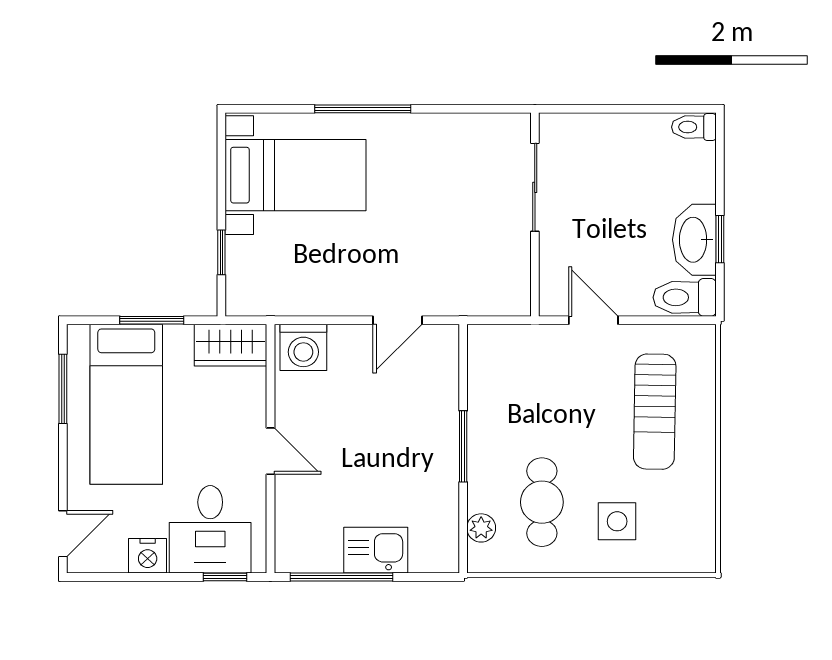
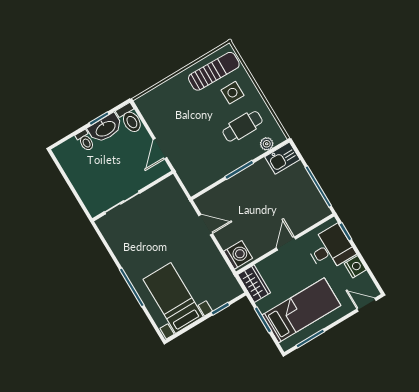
toilet: (694, 127) -> (85, 141), moved
sun lounger: (655, 412) -> (214, 71), moved
kitchen sink: (376, 550) -> (282, 158), moved, turned -90

